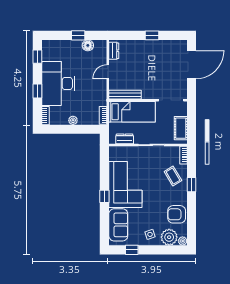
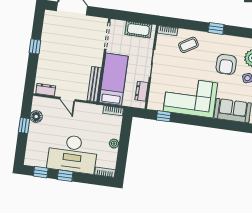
window: (37, 91) -> (65, 176), moved
window: (192, 185) -> (216, 28), moved
window: (104, 196) -> (164, 116), moved
armchair: (177, 214) -> (226, 64), moved

